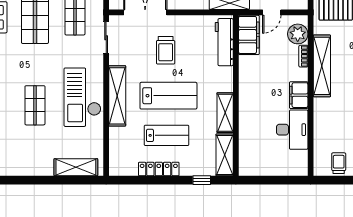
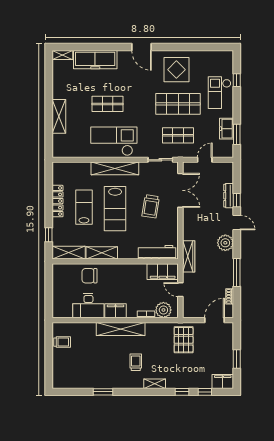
trolley: (166, 50) -> (151, 206), turned -81
shelving: (322, 66) -> (121, 329), moved
chair: (254, 128) -> (89, 276), added
lab bench: (167, 135) -> (84, 207), turned 180
shelving: (76, 167) -> (59, 116), moved

